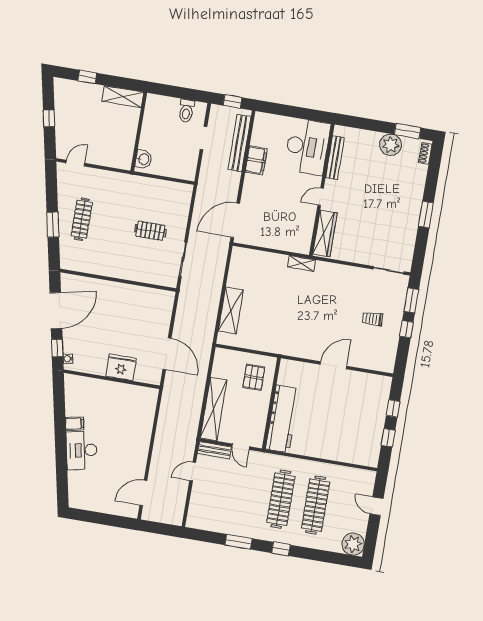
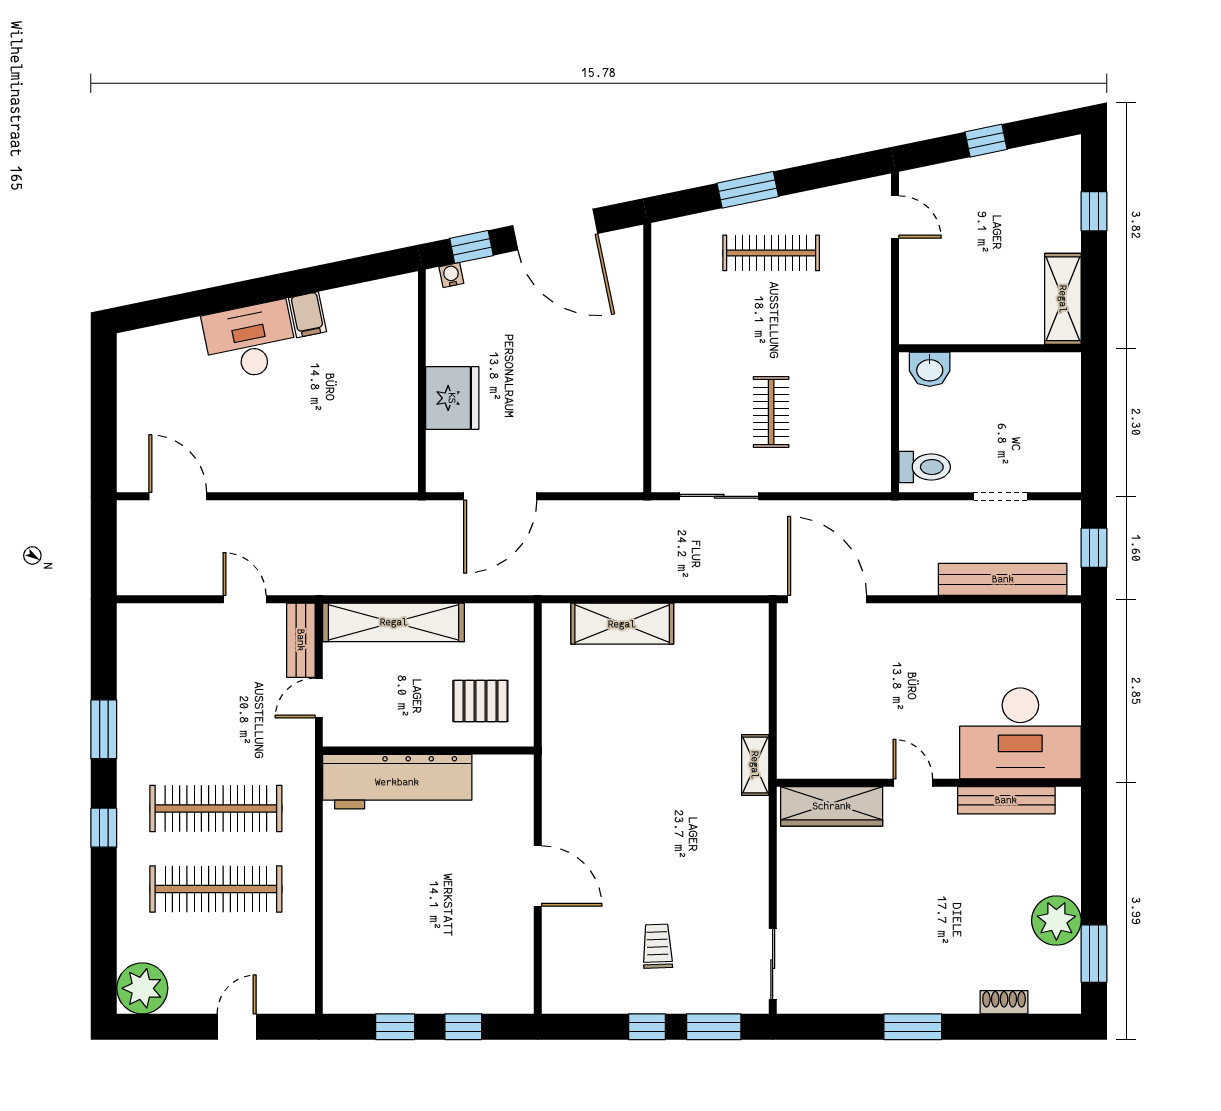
toilet: (186, 111) -> (925, 467), moved, turned 180
shoe rack: (425, 153) -> (1004, 1002), moved
filing cabinet: (256, 160) -> (970, 624), removed

